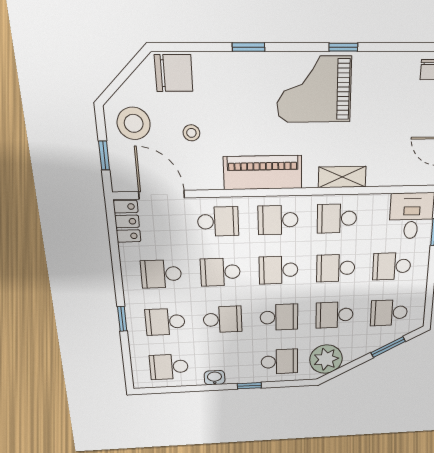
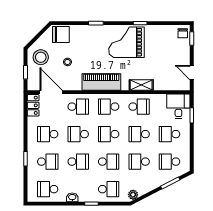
school desk: (337, 219) -> (139, 107), turned 180
school desk: (165, 322) -> (48, 162), turned 180
plant: (326, 359) -> (133, 195), width x0.53, depth x0.53

